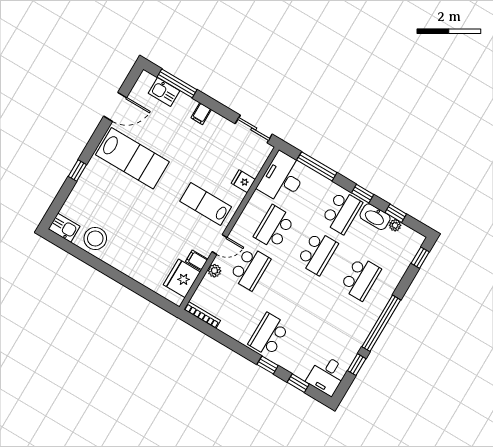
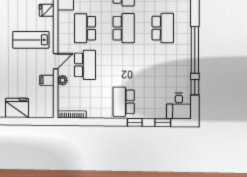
fridge: (182, 278) -> (17, 108), moved, turned 90

